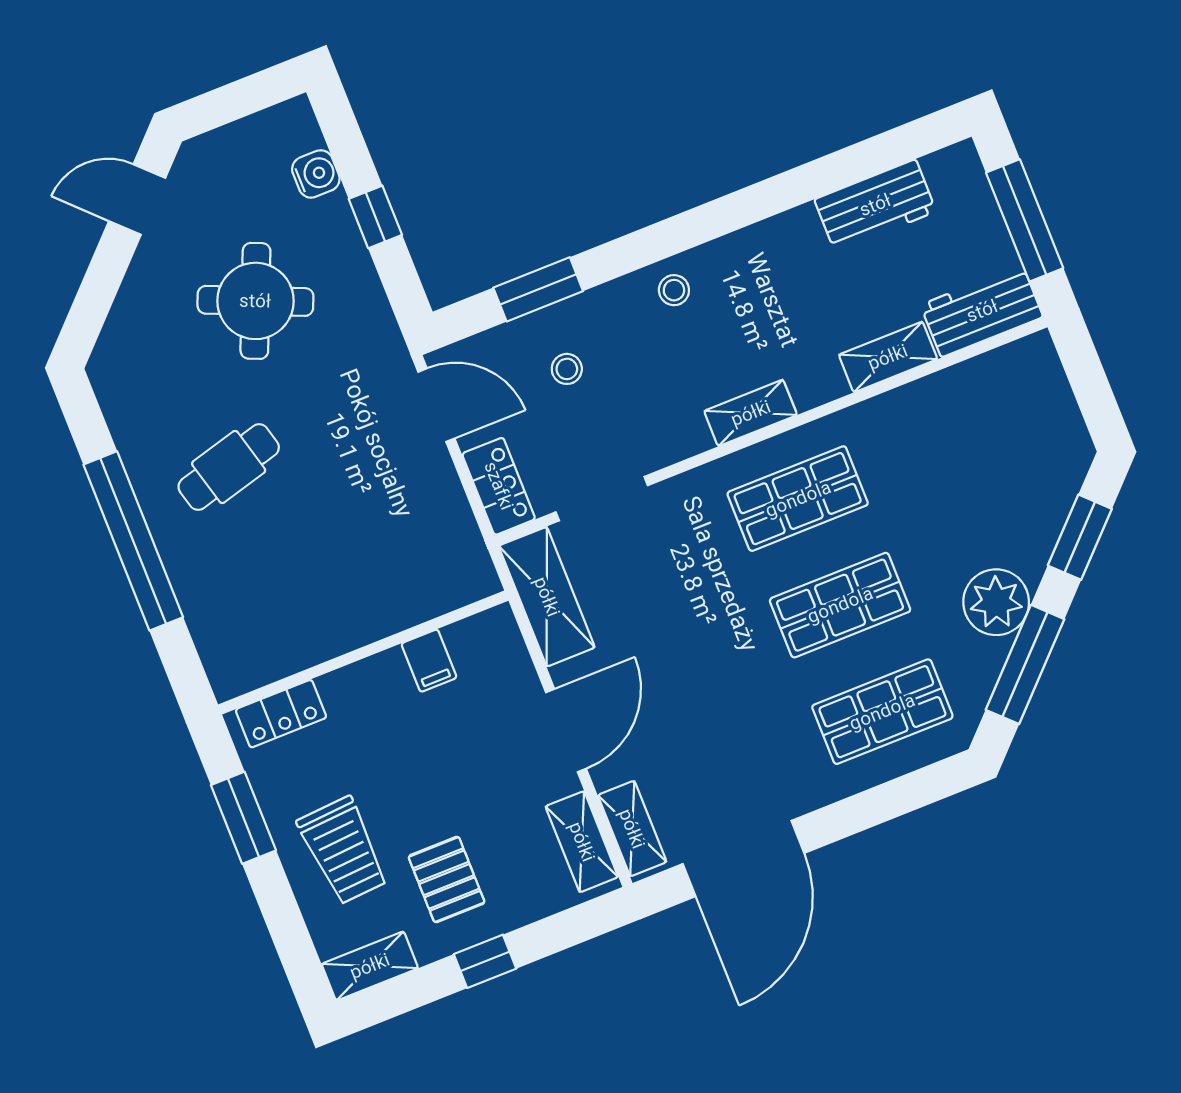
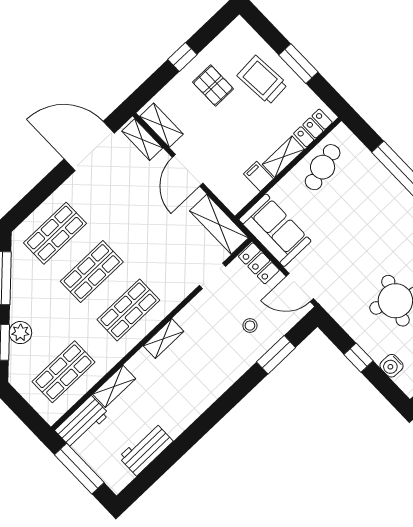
stool: (674, 290) -> (218, 378), removed
shop shelf: (978, 427) -> (64, 372), added
cafe table: (229, 467) -> (323, 167), moved
doorway: (602, 499) -> (212, 276), width x0.73
sofa: (440, 540) -> (275, 230), added
plant: (996, 602) -> (20, 333), moved, width x0.73, depth x0.73
window: (243, 818) -> (298, 64), moved
door: (743, 859) -> (89, 146), hinge flipped
shelving: (370, 966) -> (283, 157), moved

